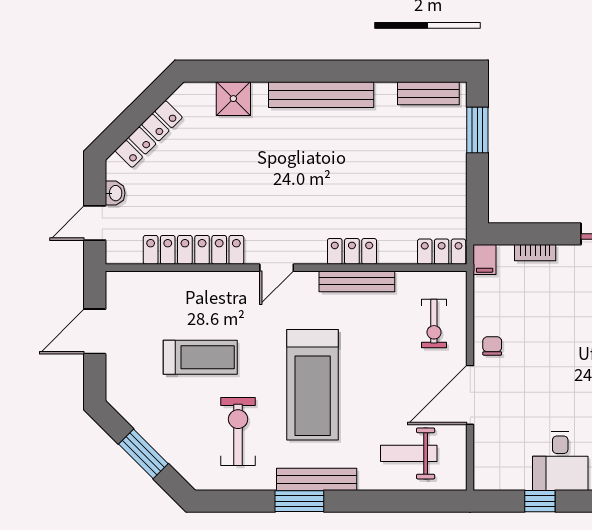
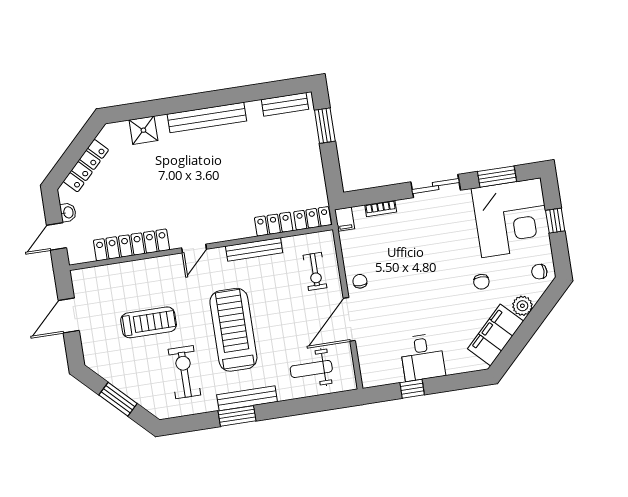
locker: (352, 251) -> (274, 224), moved
treadmill: (313, 385) -> (233, 330), turned 180

